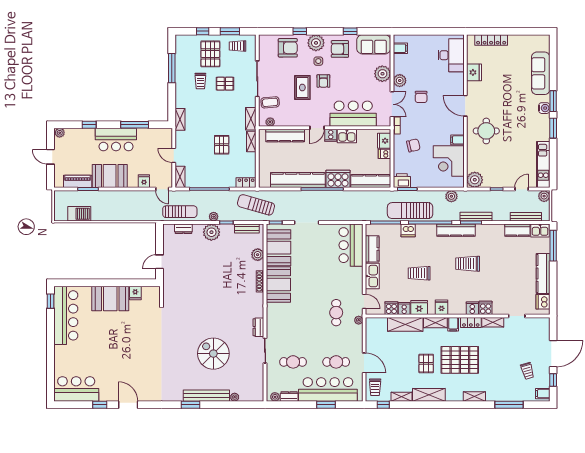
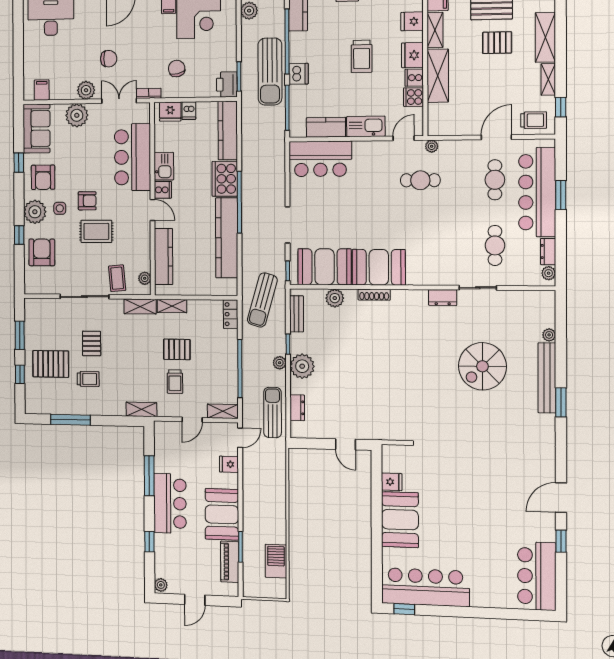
trolley: (237, 46) -> (175, 382), moved

